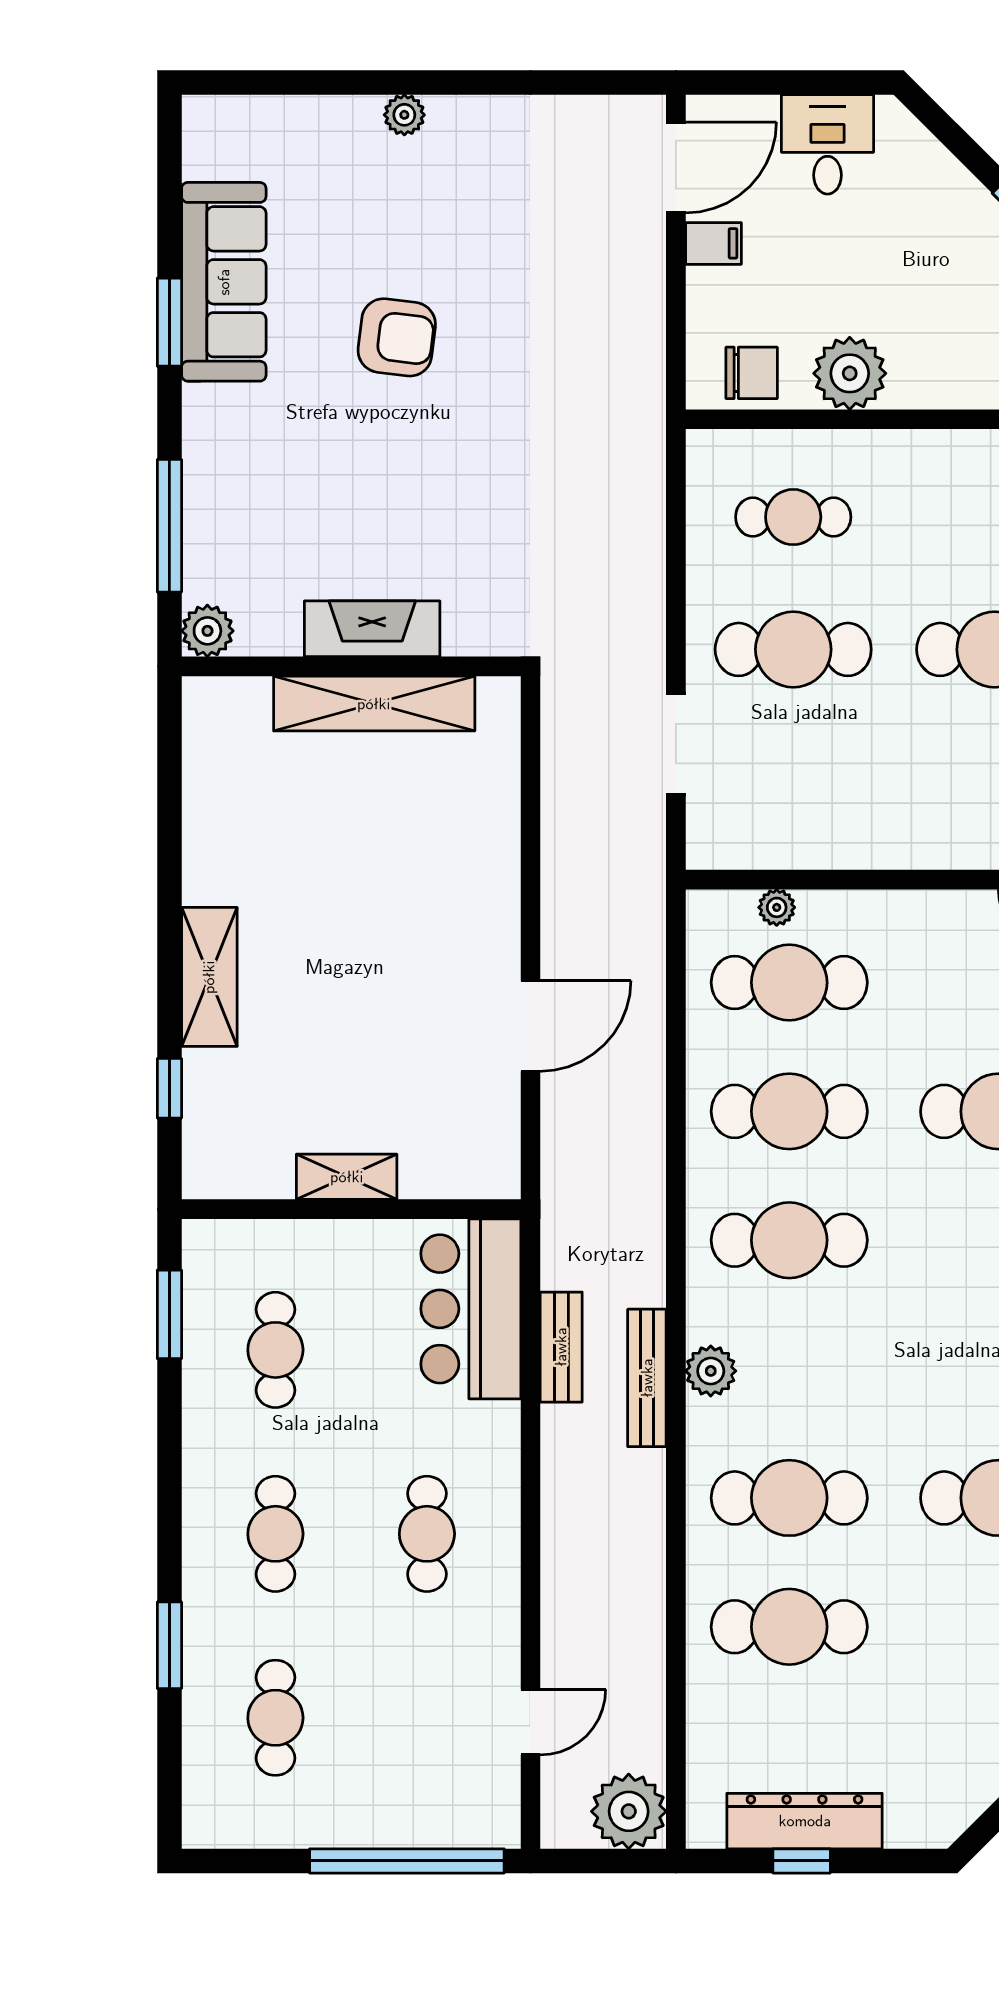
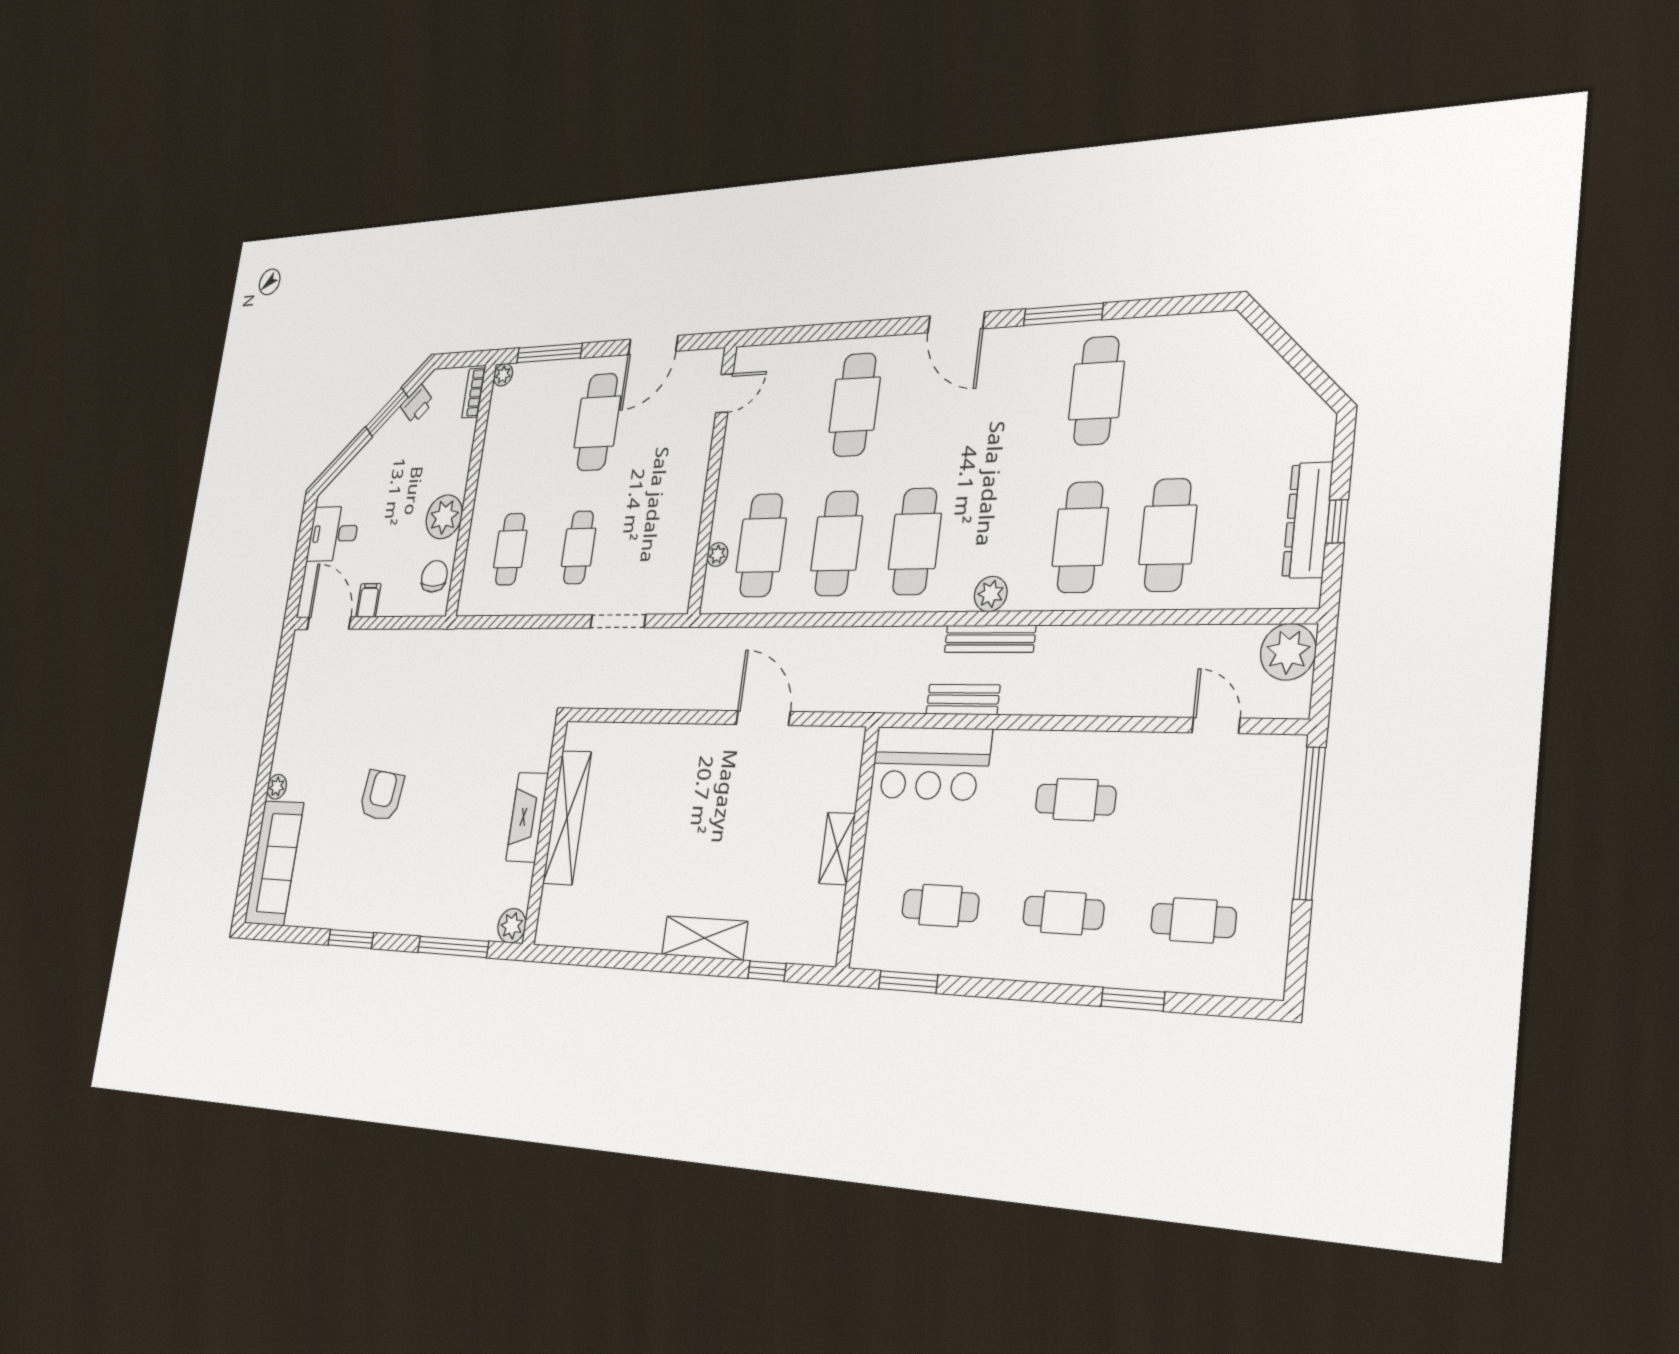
sofa: (224, 282) -> (274, 863), moved, turned 90
cafe table: (793, 649) -> (579, 547), width x0.73, depth x0.74

